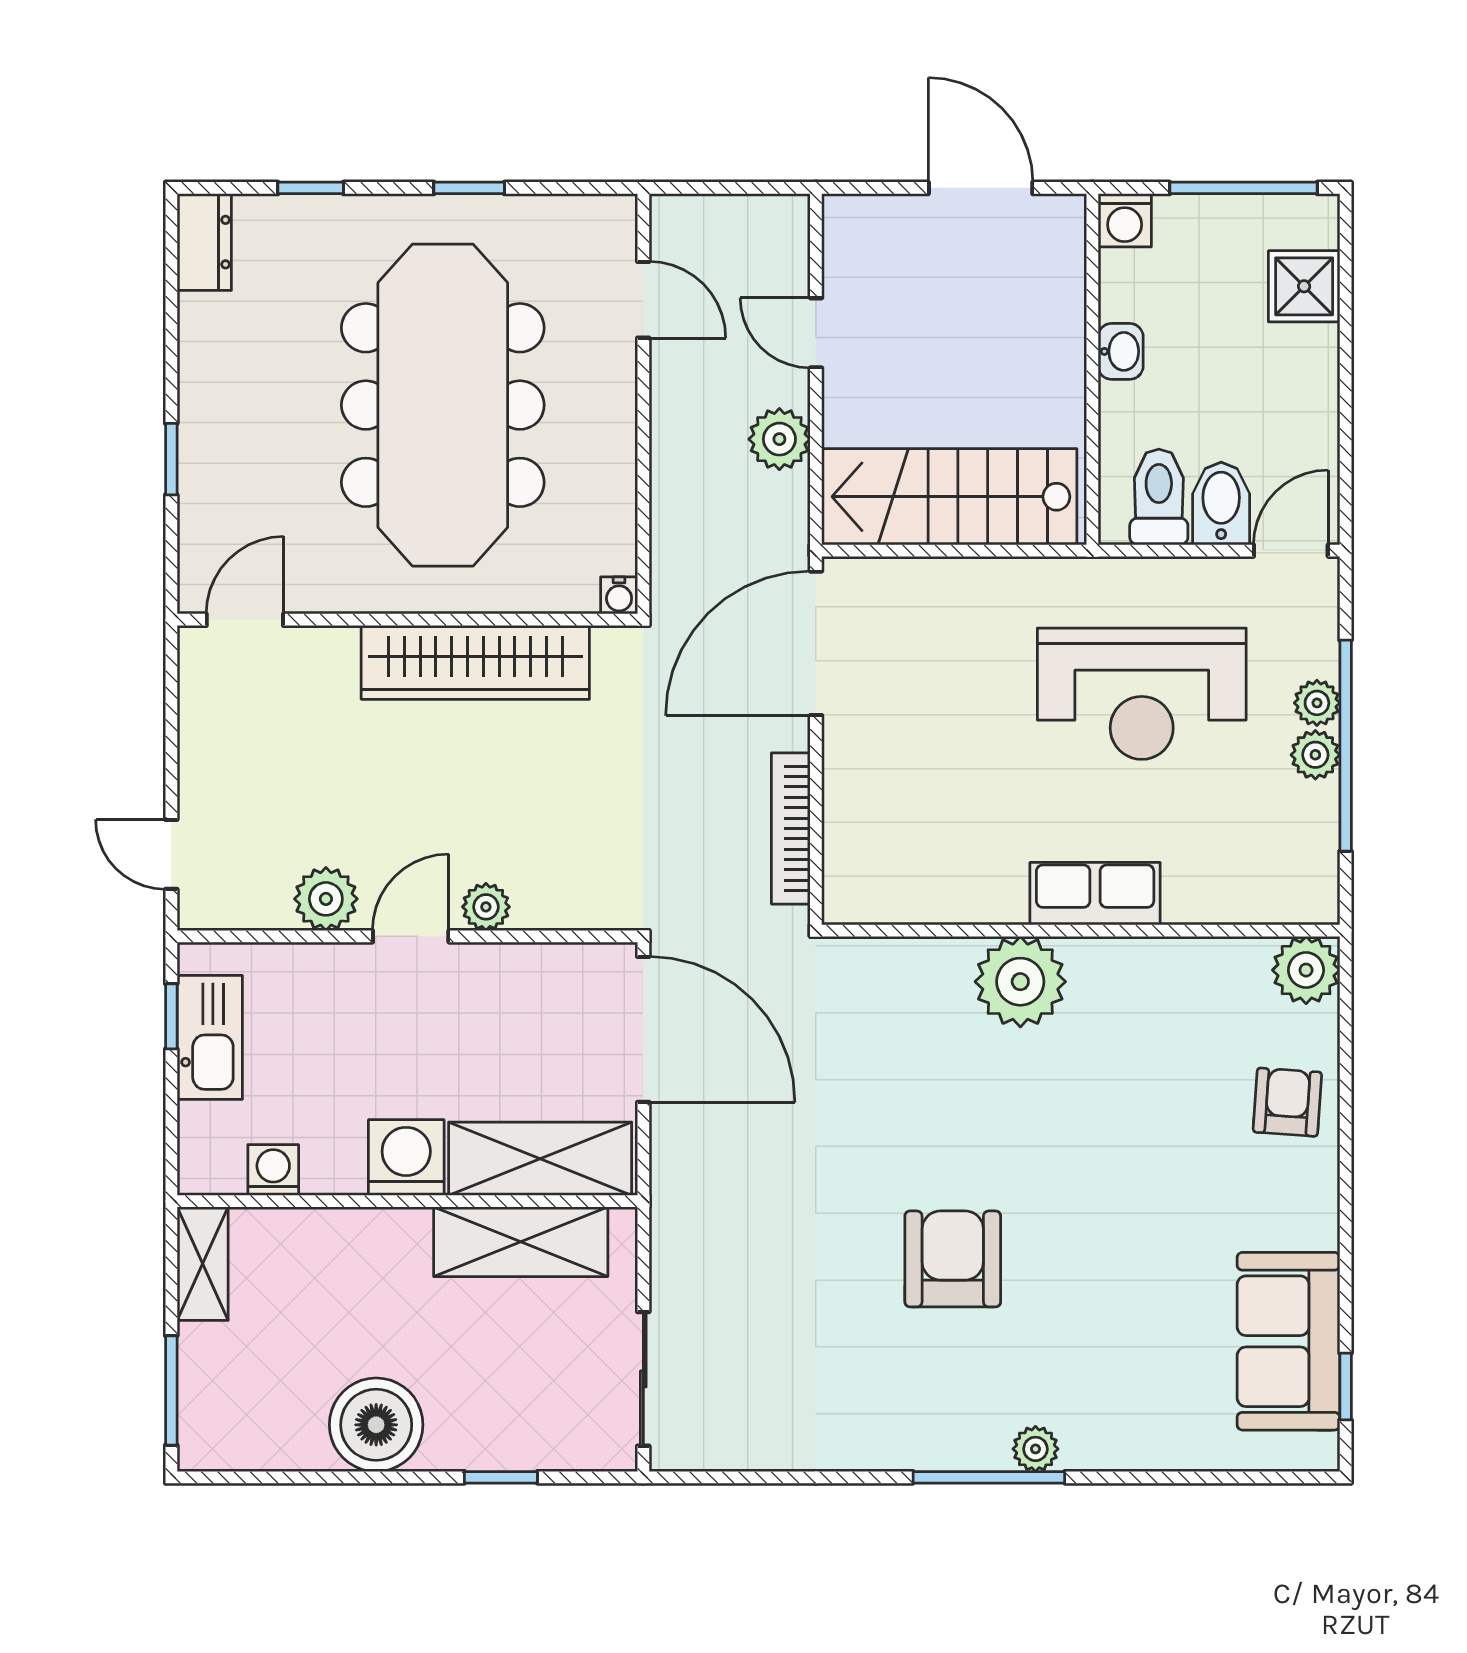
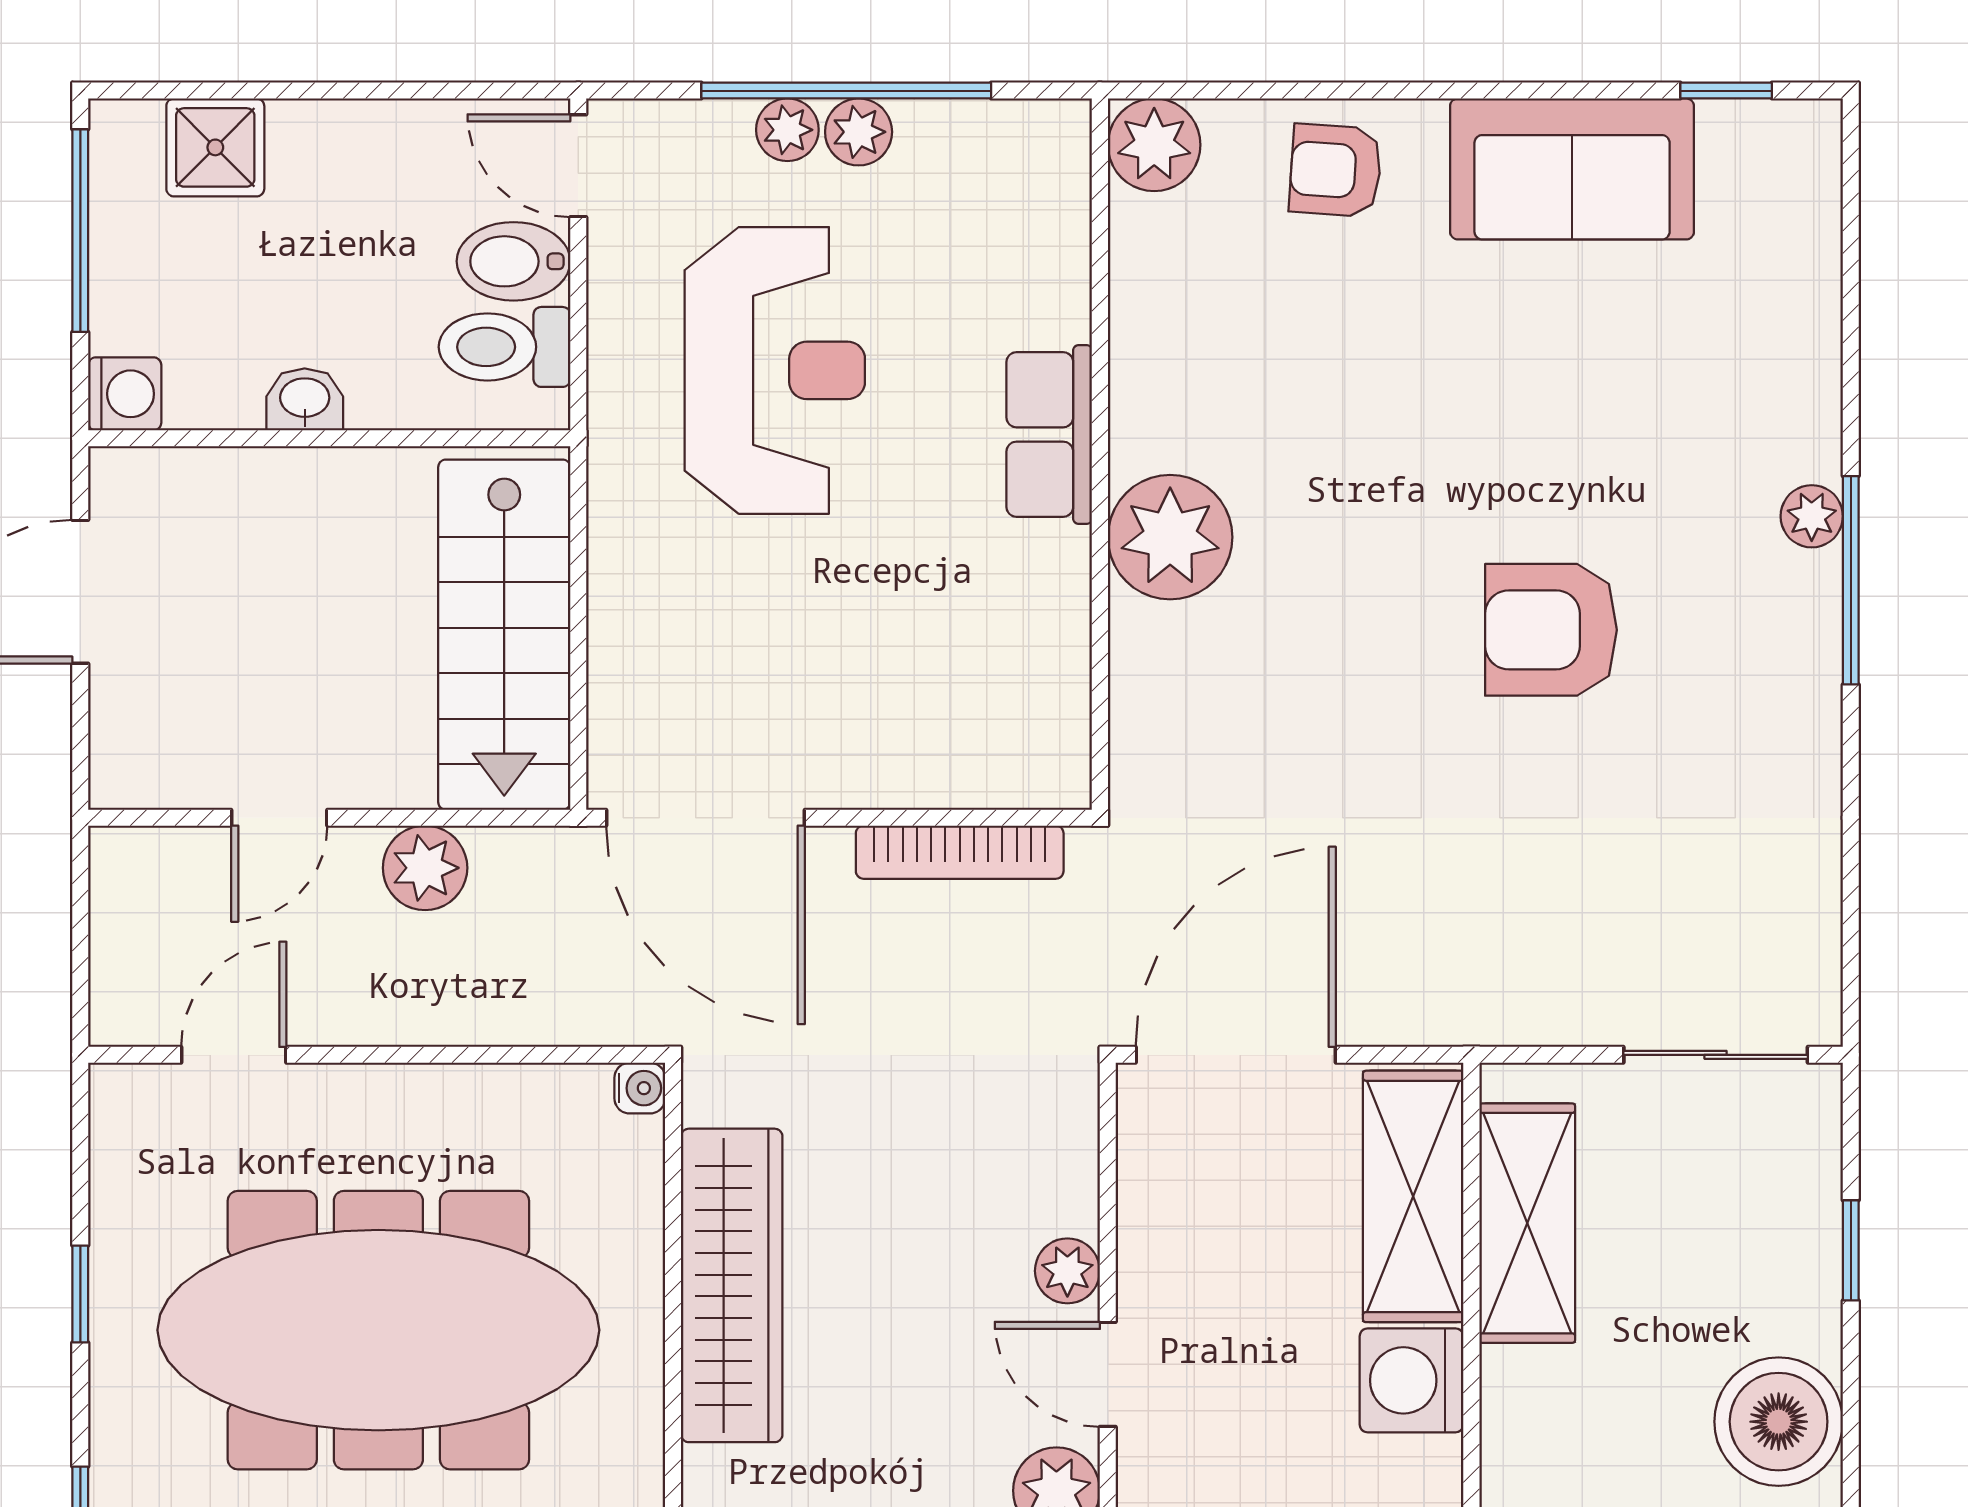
sofa: (1288, 1341) -> (1572, 169), moved

